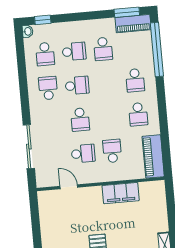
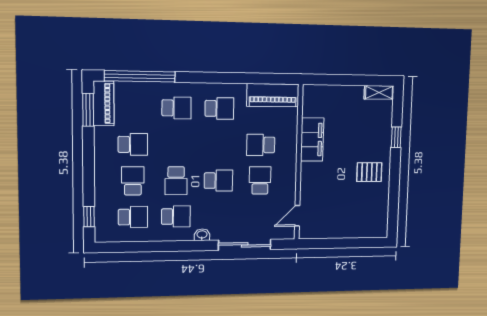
washbasin: (28, 31) -> (202, 235), moved
school desk: (77, 85) -> (176, 181), turned 180
school desk: (48, 88) -> (176, 216), turned 180
door: (69, 187) -> (297, 216), moved

